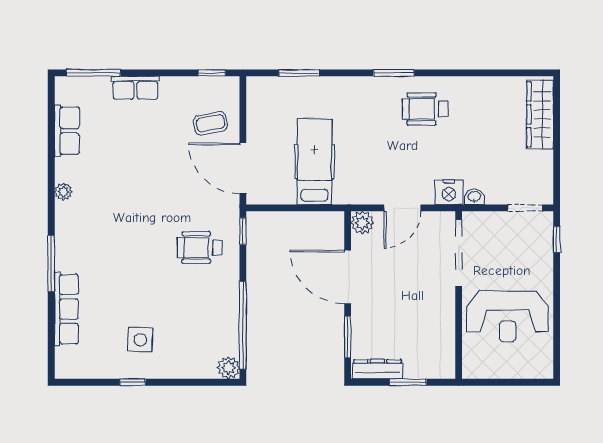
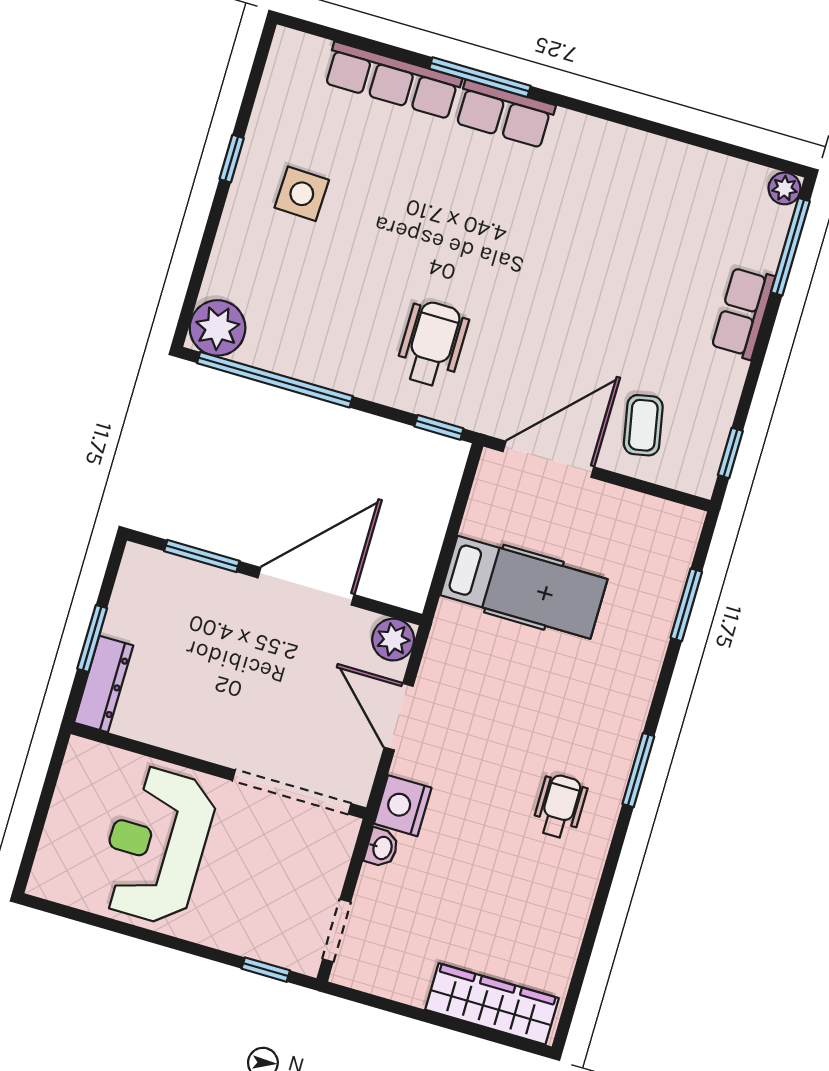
wheelchair: (425, 109) -> (560, 806), width x0.73, depth x0.73
row of seats: (67, 131) -> (505, 114), moved
plant: (63, 192) -> (785, 188), moved
plant: (228, 368) -> (218, 328), width x1.36, depth x1.36
dresser: (377, 369) -> (104, 684), moved

